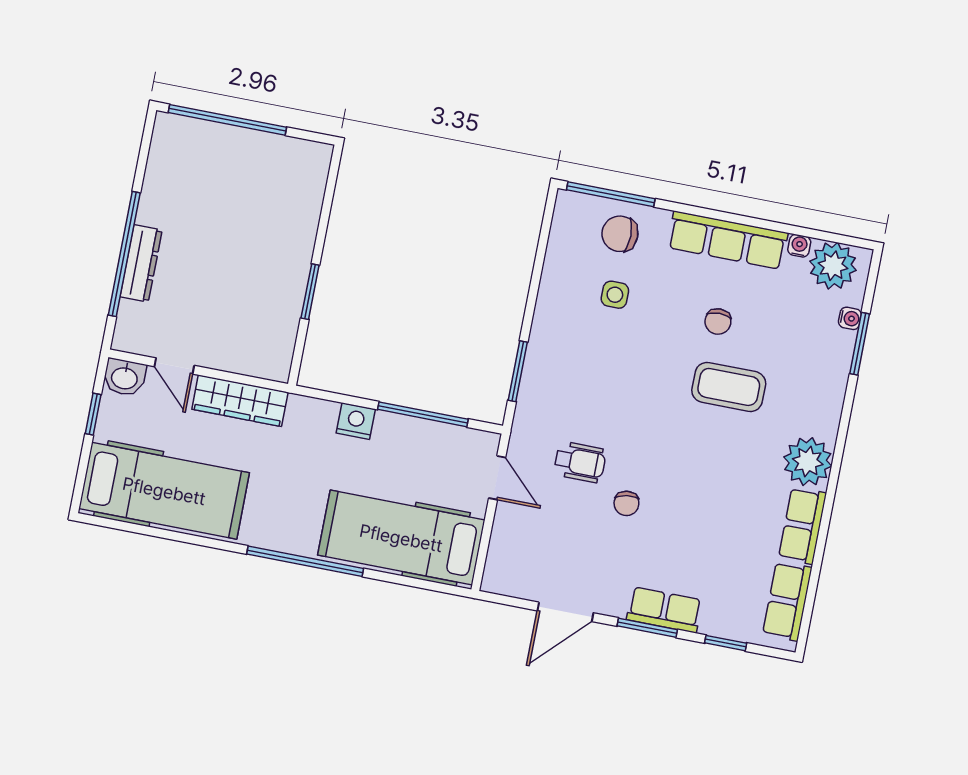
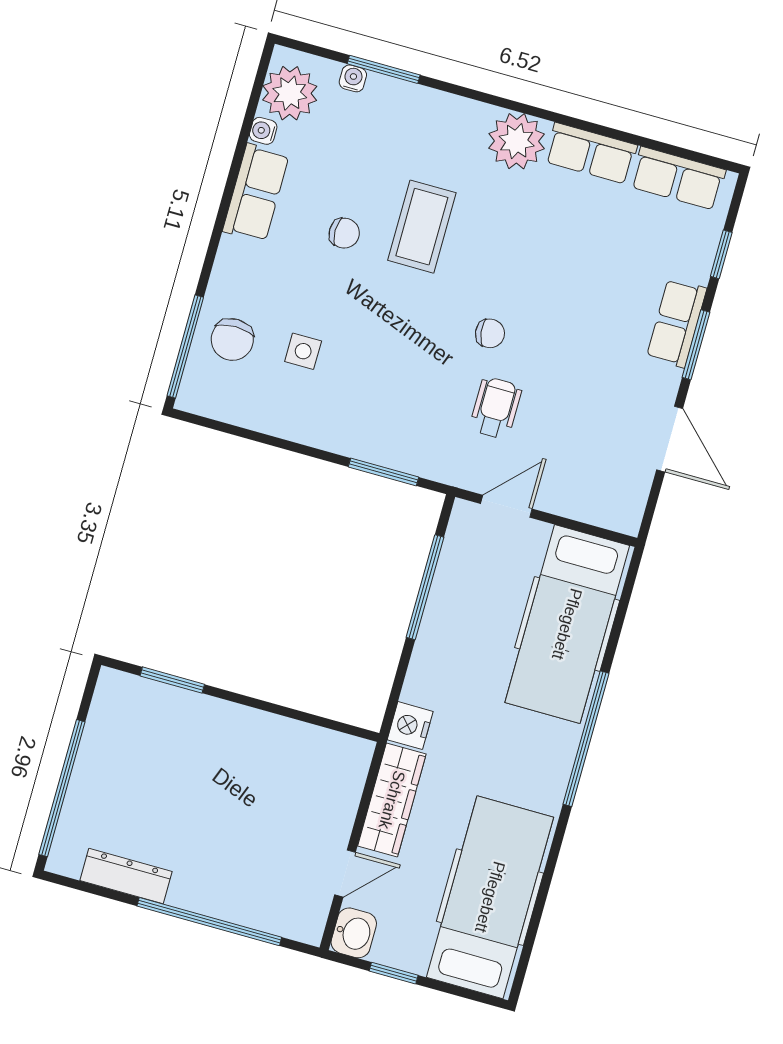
row of seats: (728, 240) -> (256, 193), width x0.68
dresser: (141, 263) -> (126, 876), moved
window: (310, 292) -> (172, 680), moved
nightstand: (356, 421) -> (410, 726), moved
chair: (626, 503) -> (490, 333), moved

